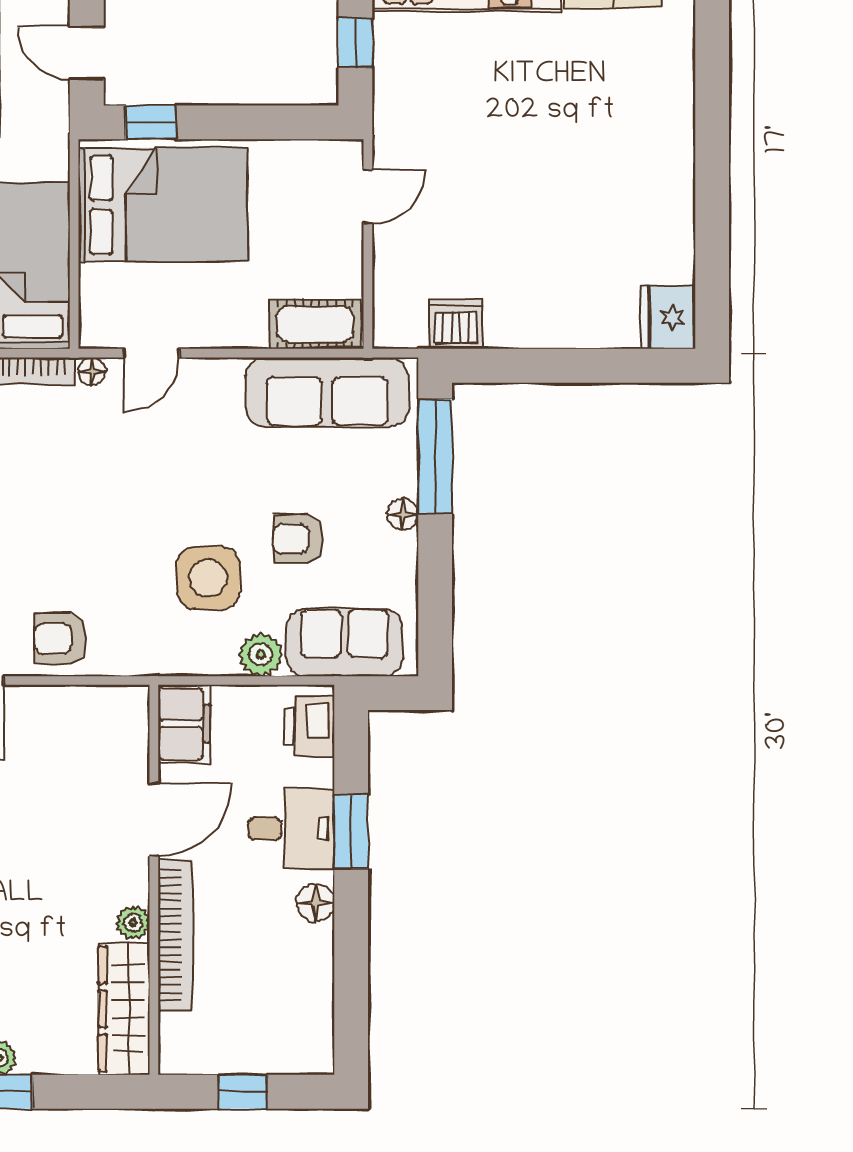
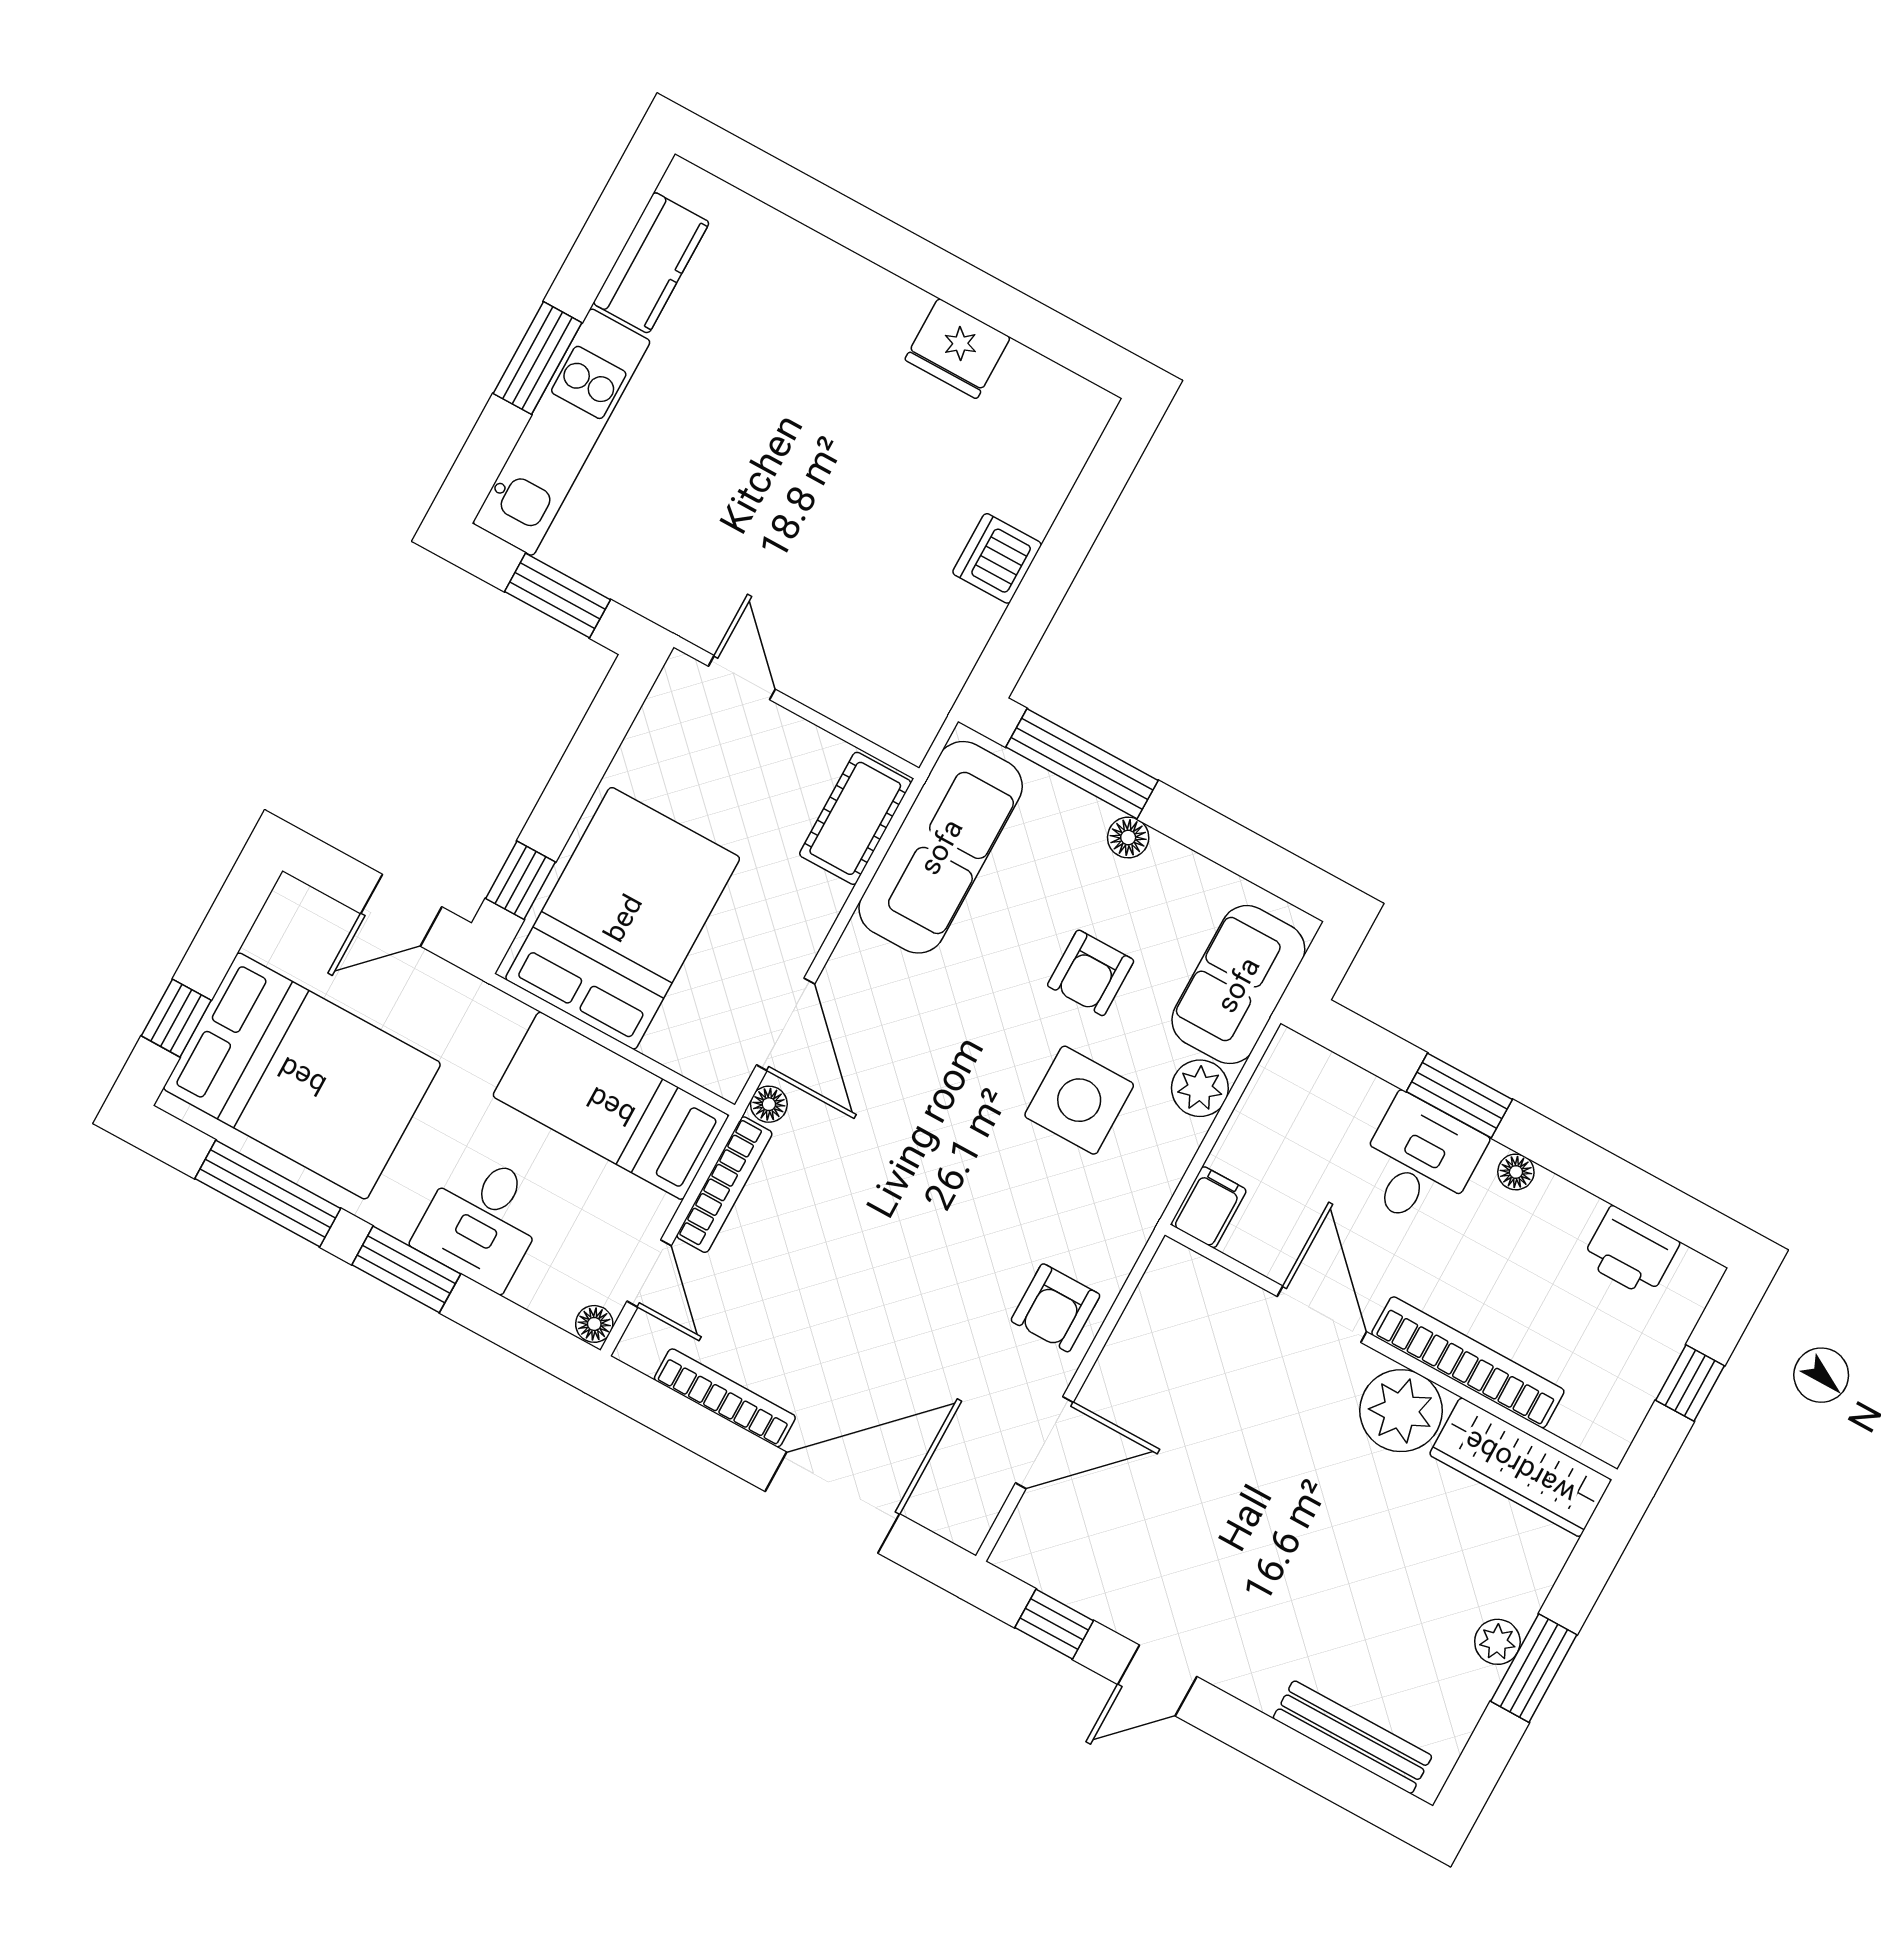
window: (355, 43) -> (558, 596), width x1.50
fridge: (668, 317) -> (958, 349), moved
dishwasher: (456, 324) -> (997, 558), moved
door: (151, 353) -> (786, 1024), width x1.38
filing cabinet: (184, 724) -> (1209, 1207), width x0.50
printer: (309, 726) -> (1631, 1252), moved
floor lamp: (316, 903) -> (1516, 1172), width x0.73, depth x0.73
plant: (133, 923) -> (1401, 1411), width x1.88, depth x1.88

